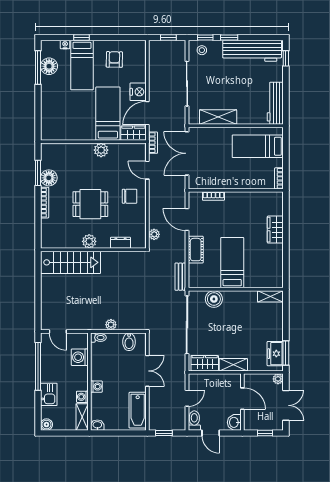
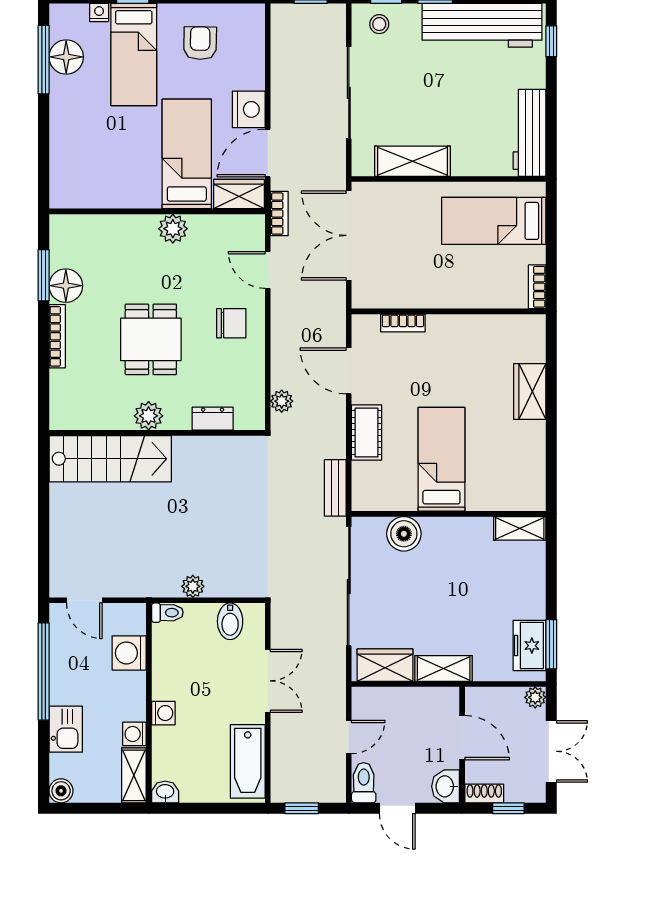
dining table: (90, 204) -> (151, 339), turned 90
shoe rack: (253, 426) -> (484, 793), added

